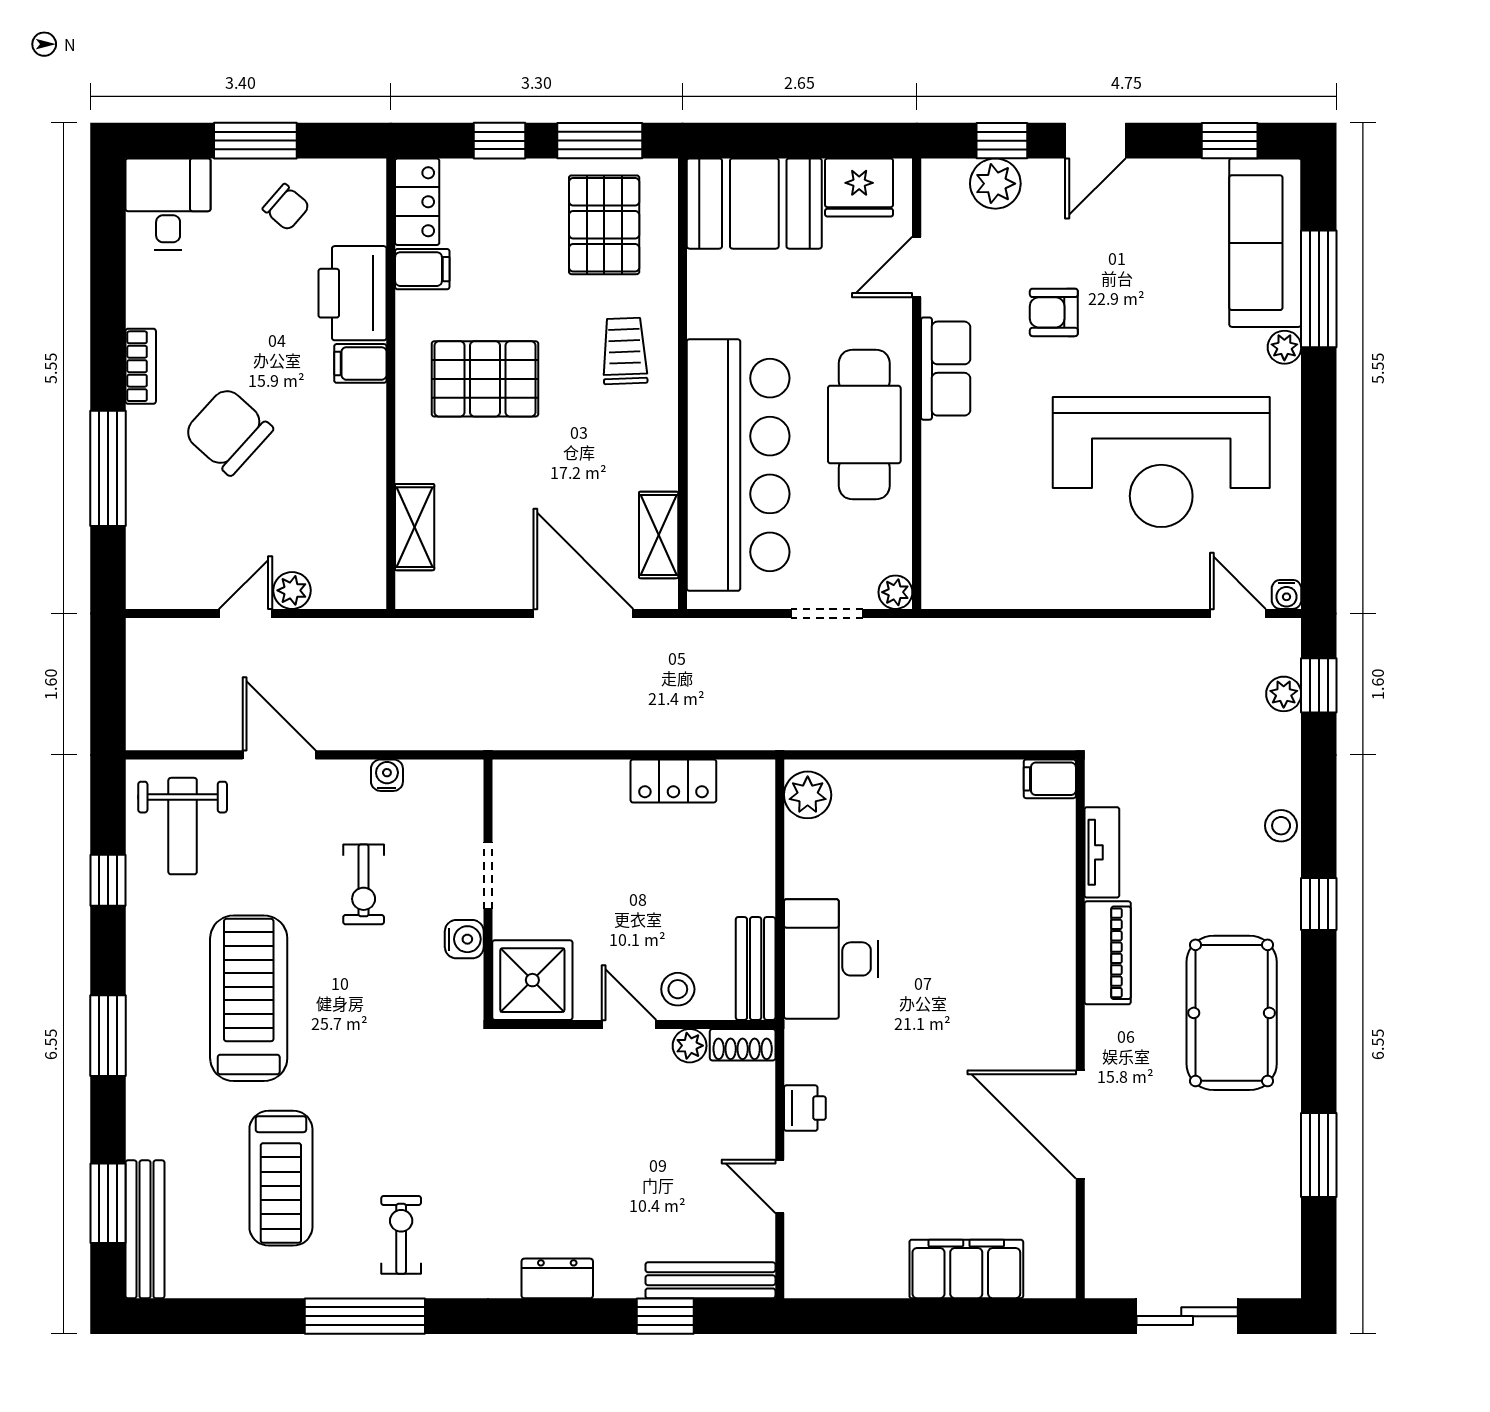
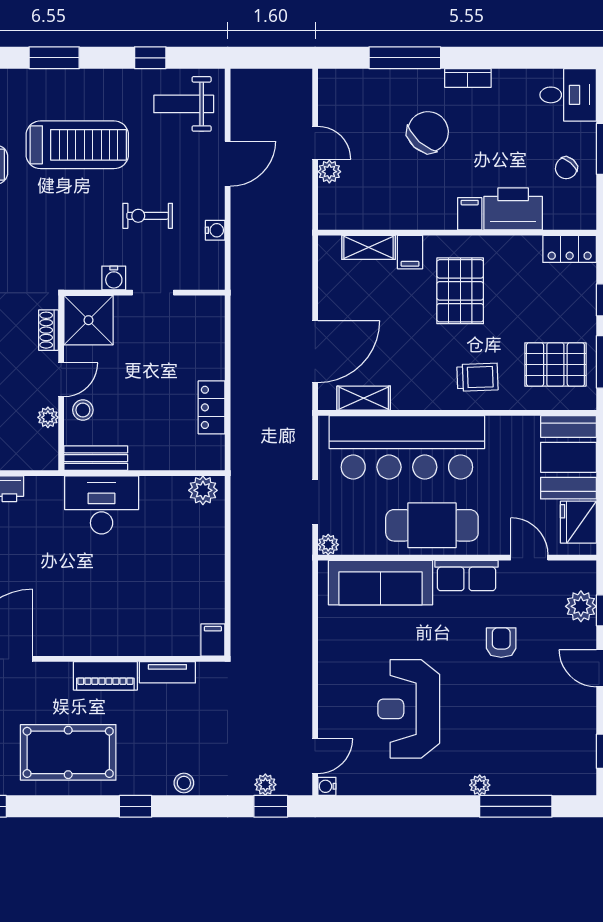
sofa: (1265, 243) -> (381, 583), moved, turned 180
filing cabinet: (422, 269) -> (410, 252), moved
reception desk: (1161, 462) -> (409, 709), width x0.74, depth x0.77
shoe rack: (743, 1045) -> (49, 330), moved

